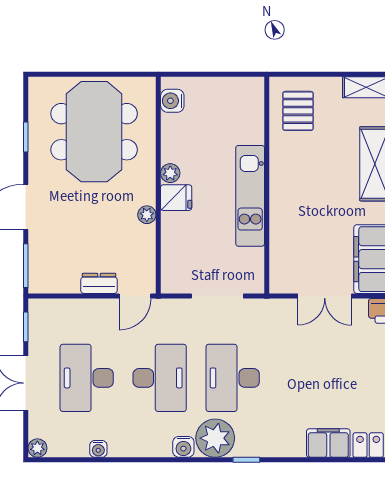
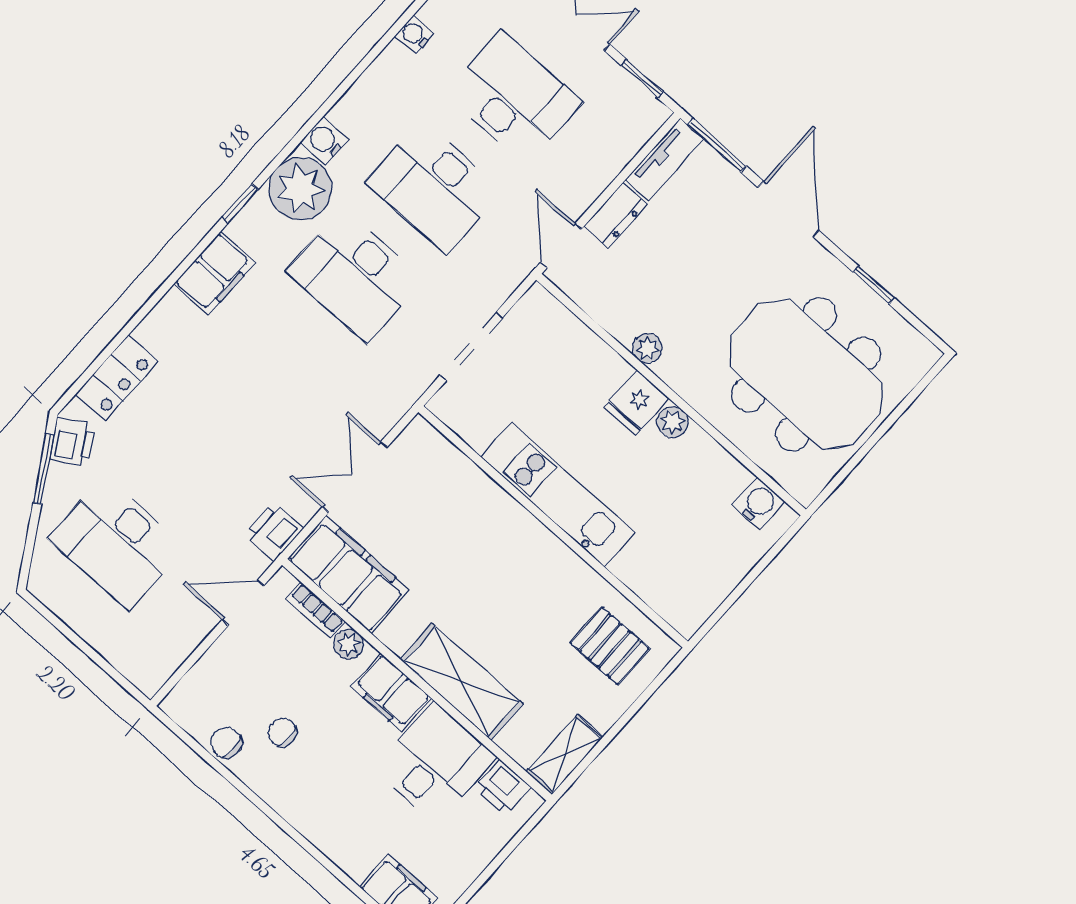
tv unit: (54, 284) -> (664, 159), added
desk: (233, 378) -> (355, 276), turned 180
filing cabinet: (328, 443) -> (215, 273), moved

